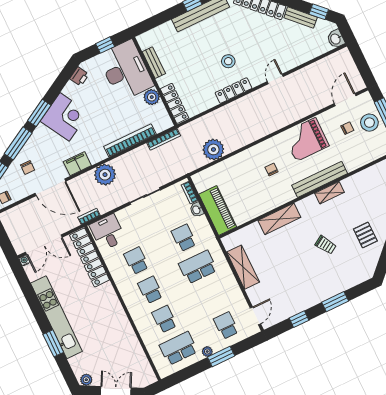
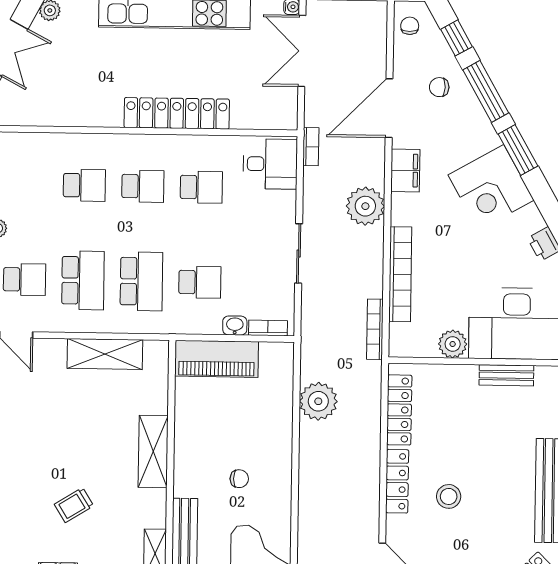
locker: (174, 103) -> (399, 410), moved, turned -90
locker: (90, 257) -> (177, 113), moved
school desk: (178, 348) -> (83, 280), moved

